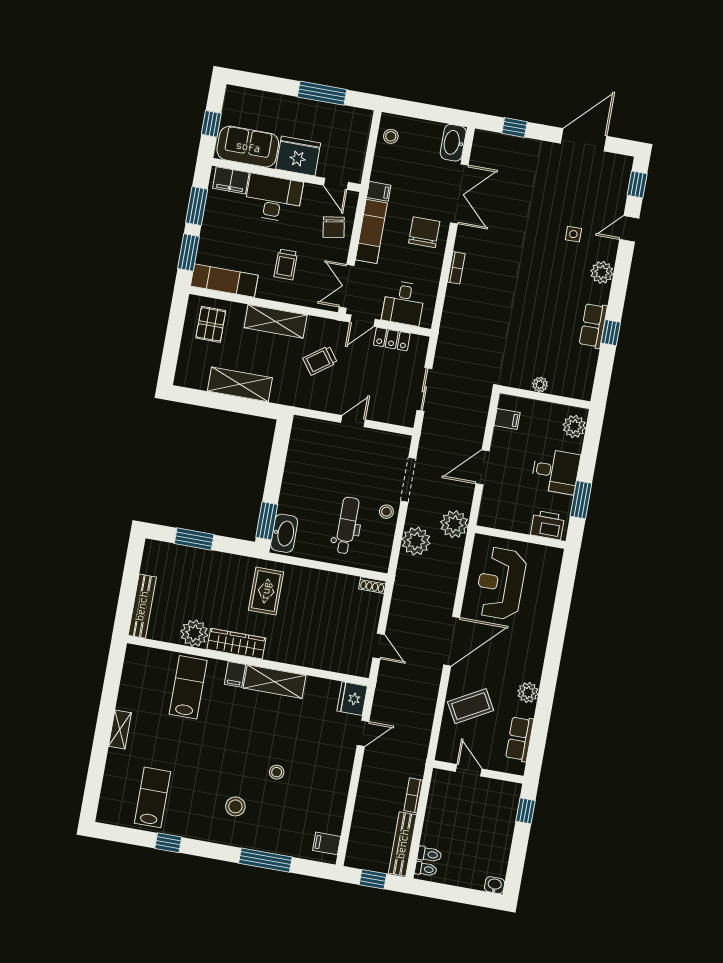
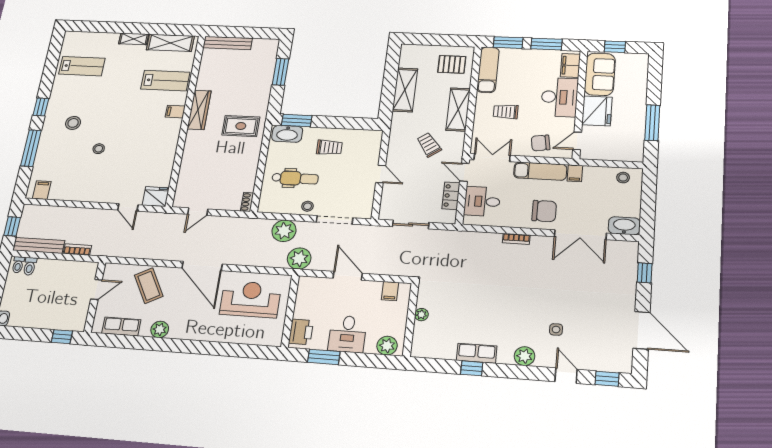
trolley: (309, 482) -> (329, 147), added
plant: (194, 633) -> (207, 80), removed
shelving: (275, 682) -> (170, 43), moved, turned 90
window: (168, 843) -> (41, 107), moved

